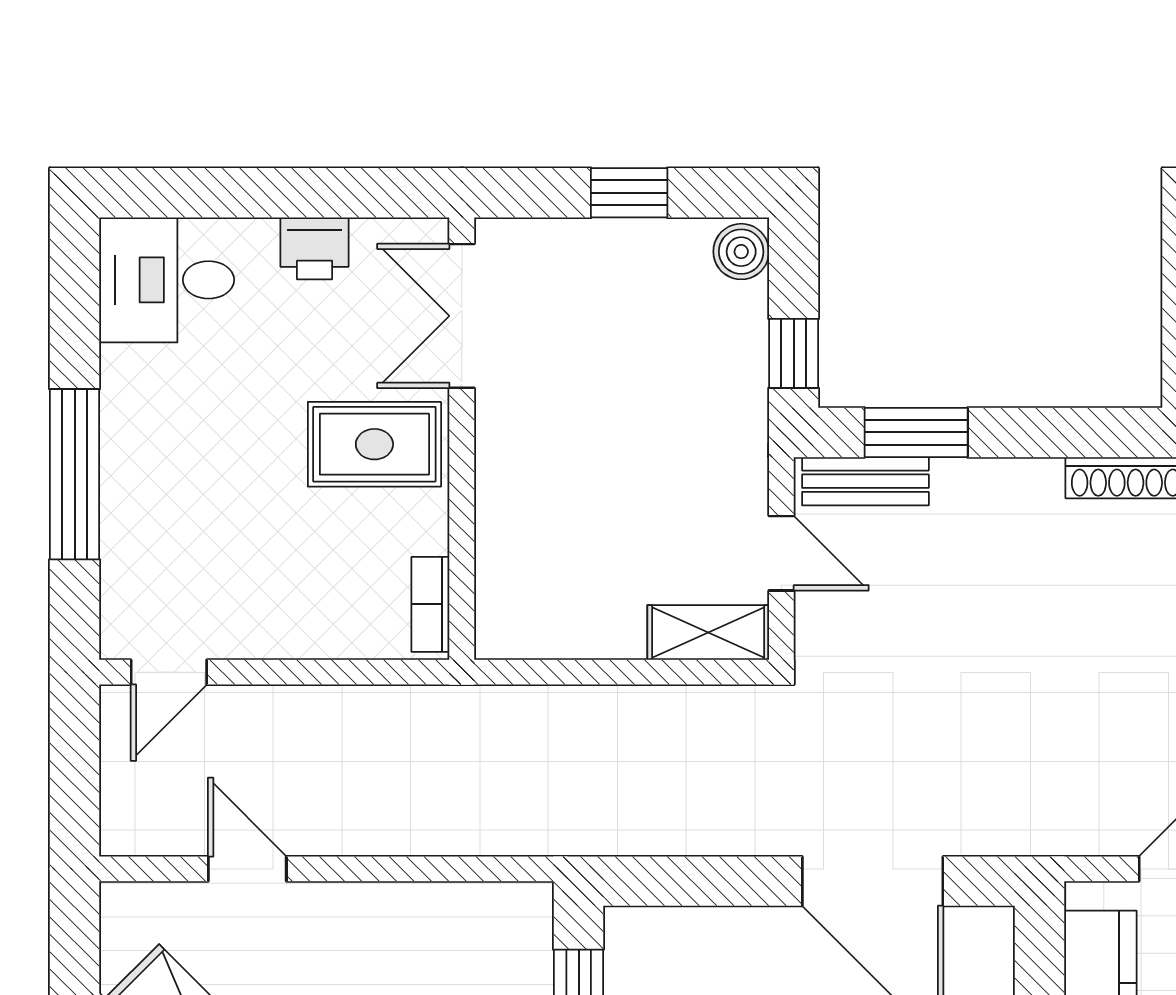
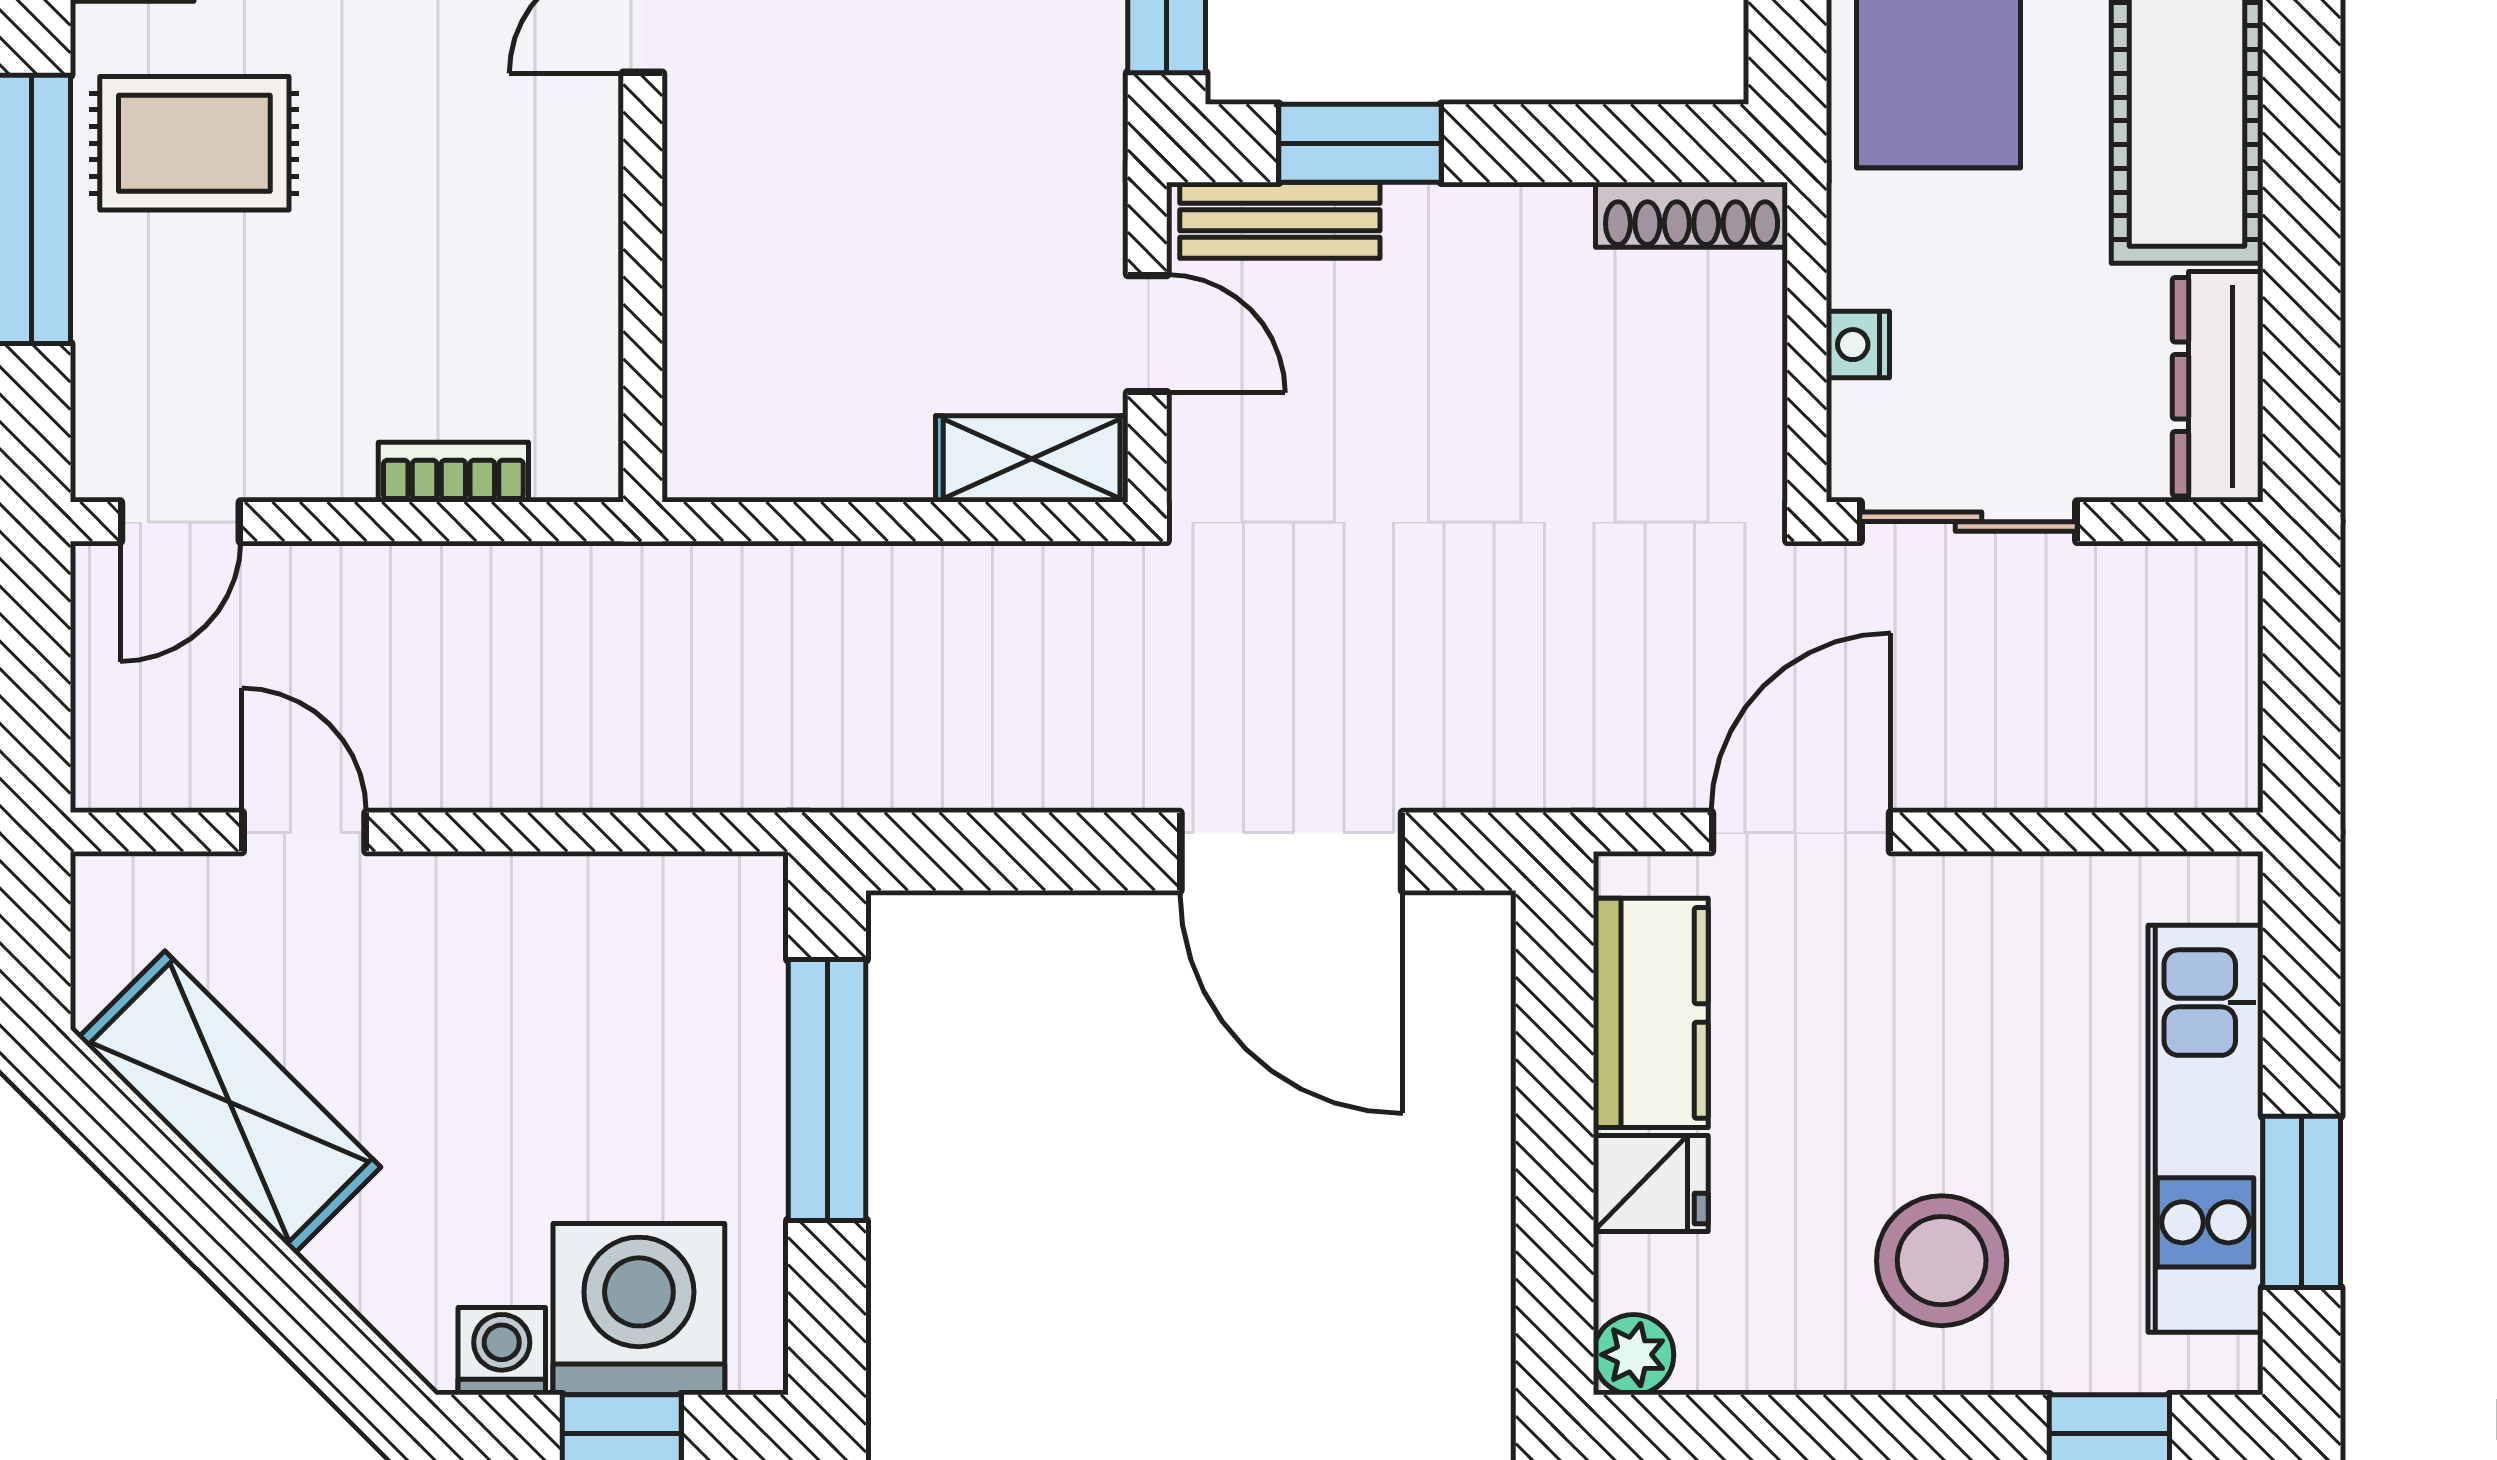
rug: (374, 444) -> (194, 143), moved
bookcase: (430, 604) -> (453, 472), moved, turned 90

